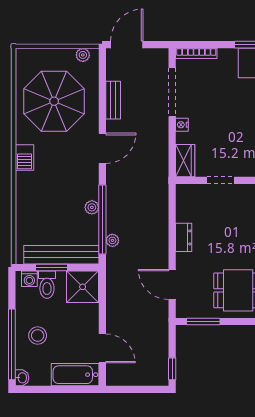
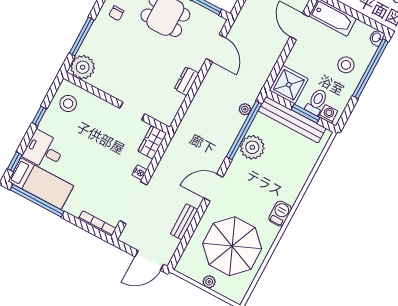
plant: (83, 55) -> (209, 282), moved
plant: (92, 207) -> (252, 147), width x1.88, depth x1.88

